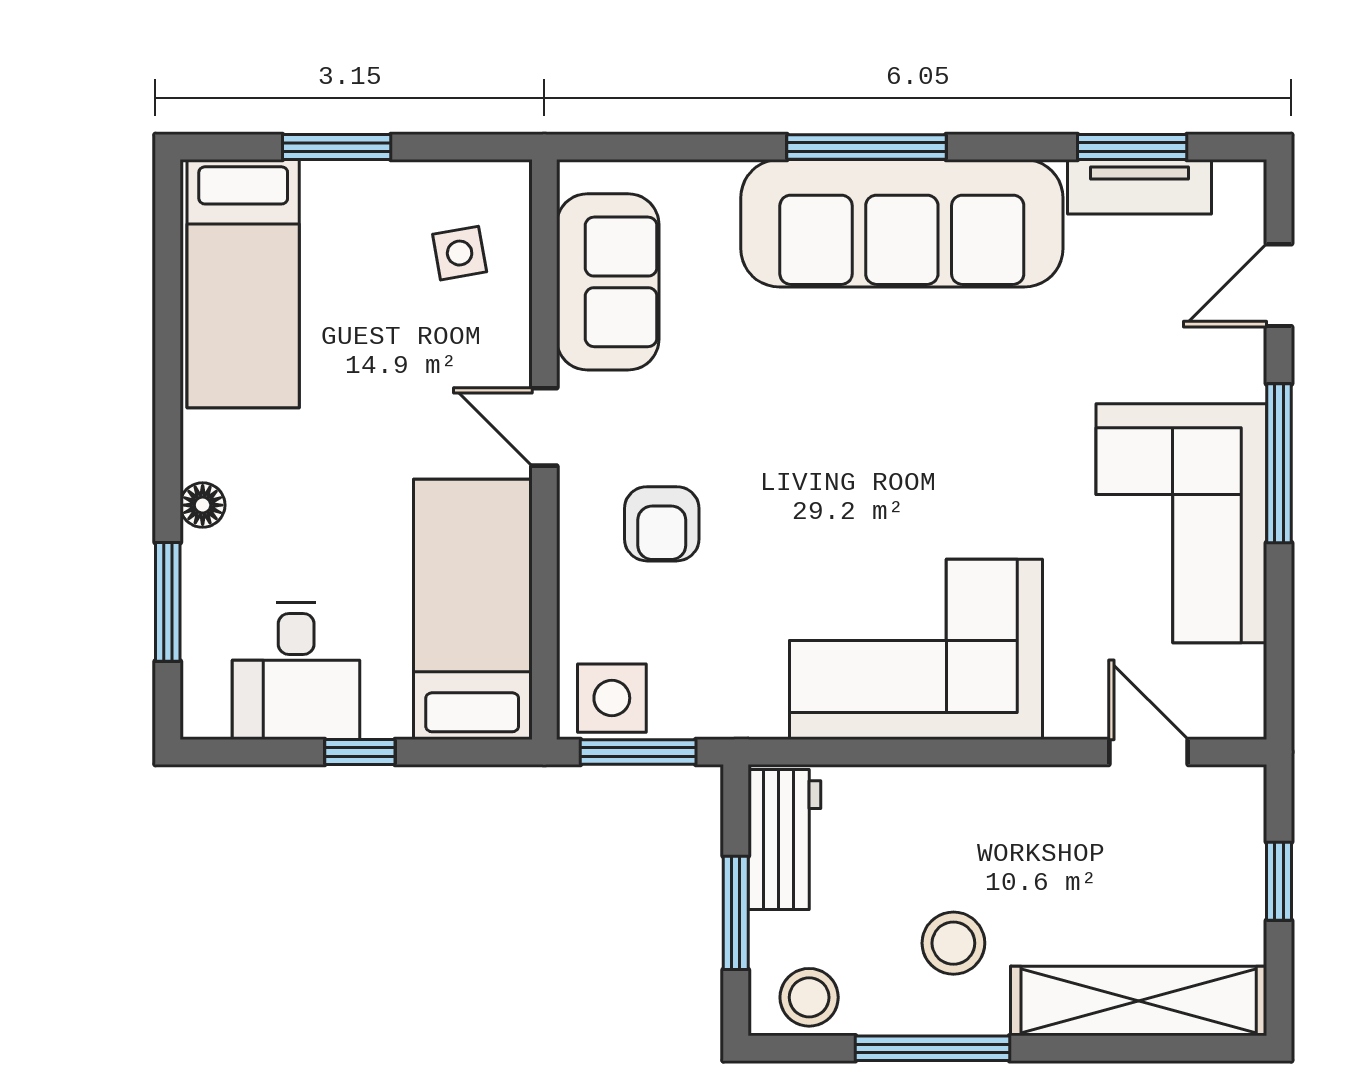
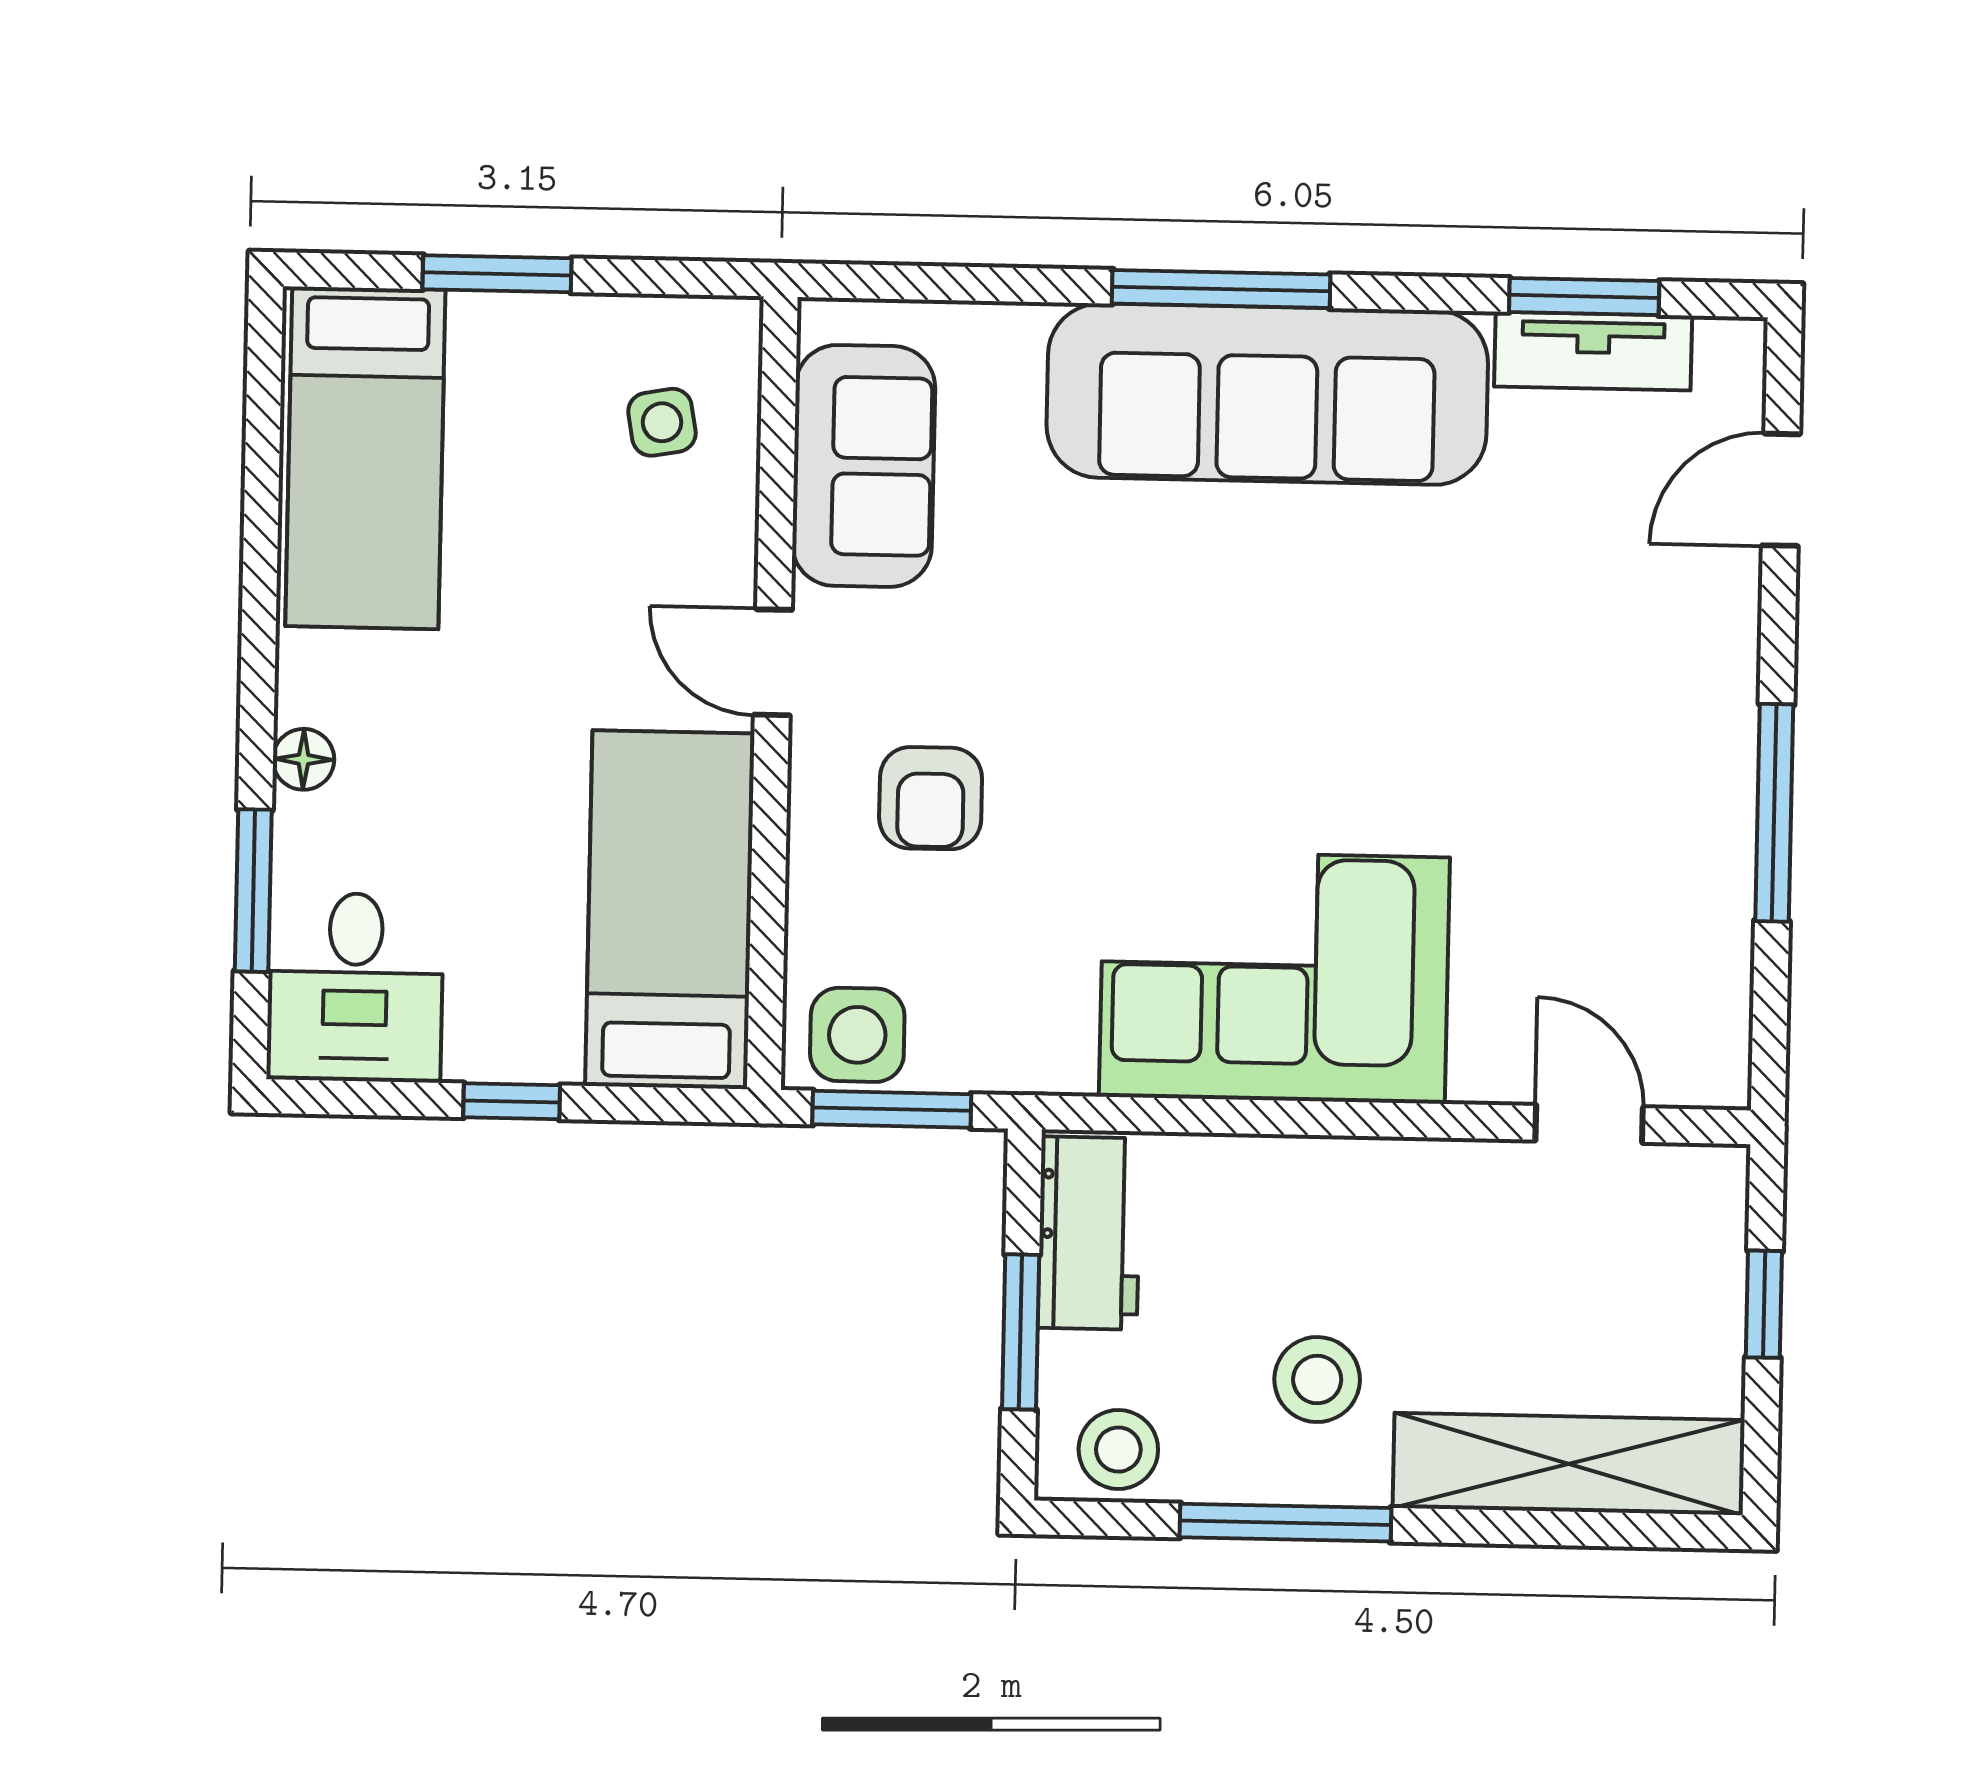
window: (1279, 463) -> (1774, 813), moved
corner sofa: (1181, 523) -> (1641, 812), removed
desk: (296, 671) -> (355, 987), moved

